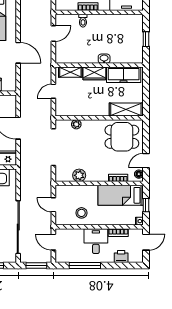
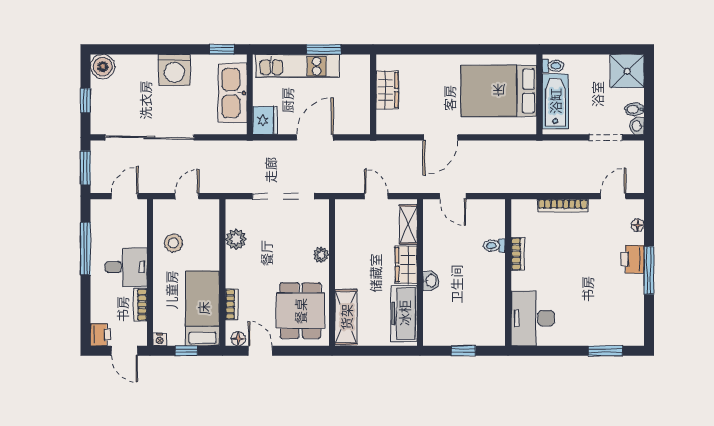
door: (53, 34) -> (453, 196), moved
plant: (76, 124) -> (321, 255), moved
printer: (121, 257) -> (101, 335), moved

